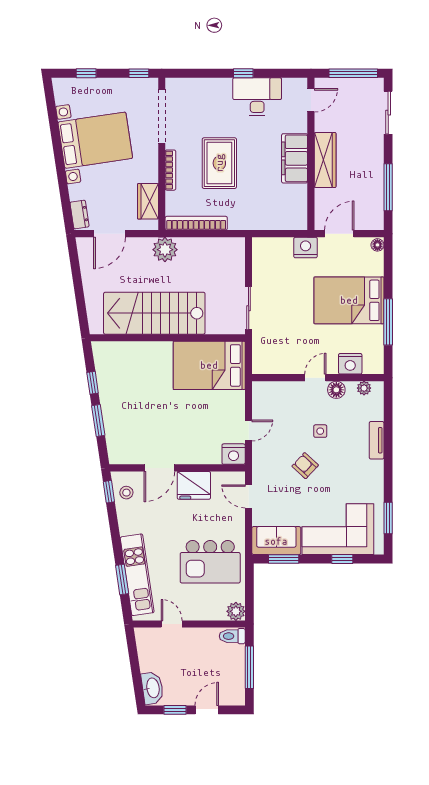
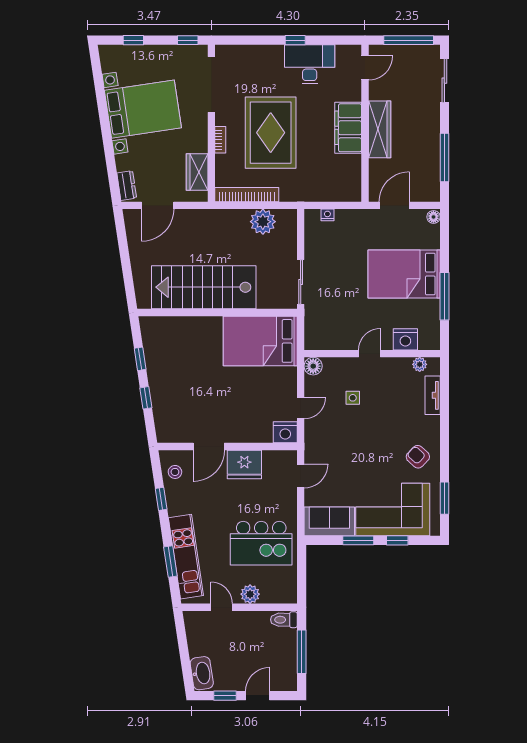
rug: (219, 163) -> (271, 133), width x1.37, depth x1.44
bookcase: (170, 170) -> (220, 140), width x0.64
nightstand: (306, 248) -> (327, 215), moved, width x0.53, depth x0.56
plant: (165, 250) -> (263, 222), moved
floor lamp: (336, 390) -> (313, 366), moved
window: (98, 421) -> (146, 398), width x0.67
side table: (320, 431) -> (353, 398), moved
tv unit: (377, 440) -> (433, 395), moved
armchair: (305, 466) -> (418, 457), moved
window: (109, 492) -> (161, 499), moved
door: (249, 496) -> (301, 476), swing flipped
window: (284, 559) -> (358, 540), moved
plant: (236, 611) -> (250, 594), moved

